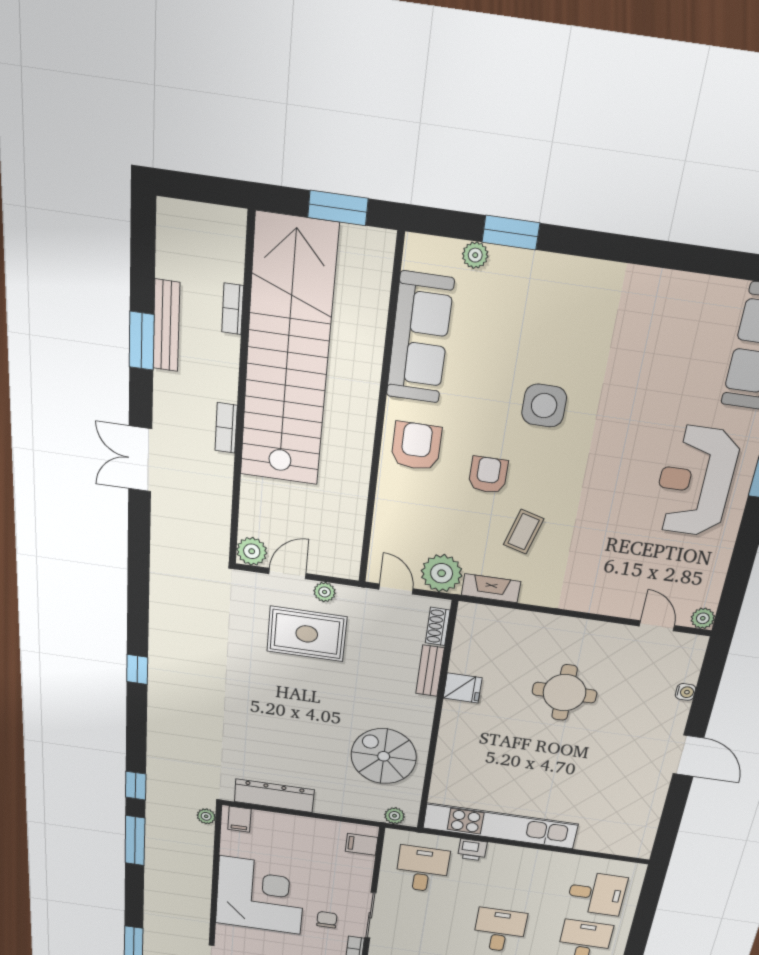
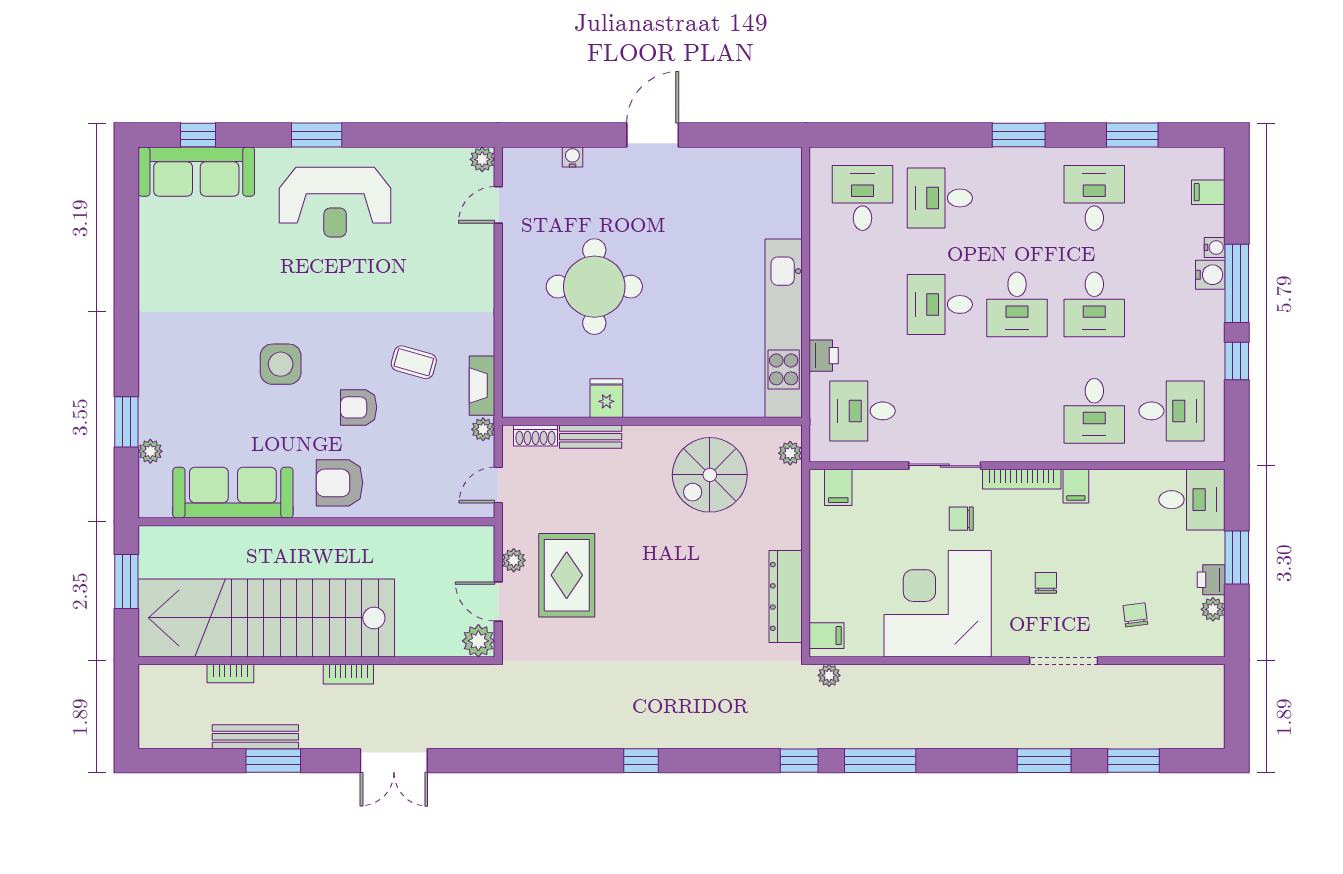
plant: (442, 573) -> (483, 429), width x0.53, depth x0.53
round table: (564, 693) -> (594, 287), width x1.36, depth x1.36

